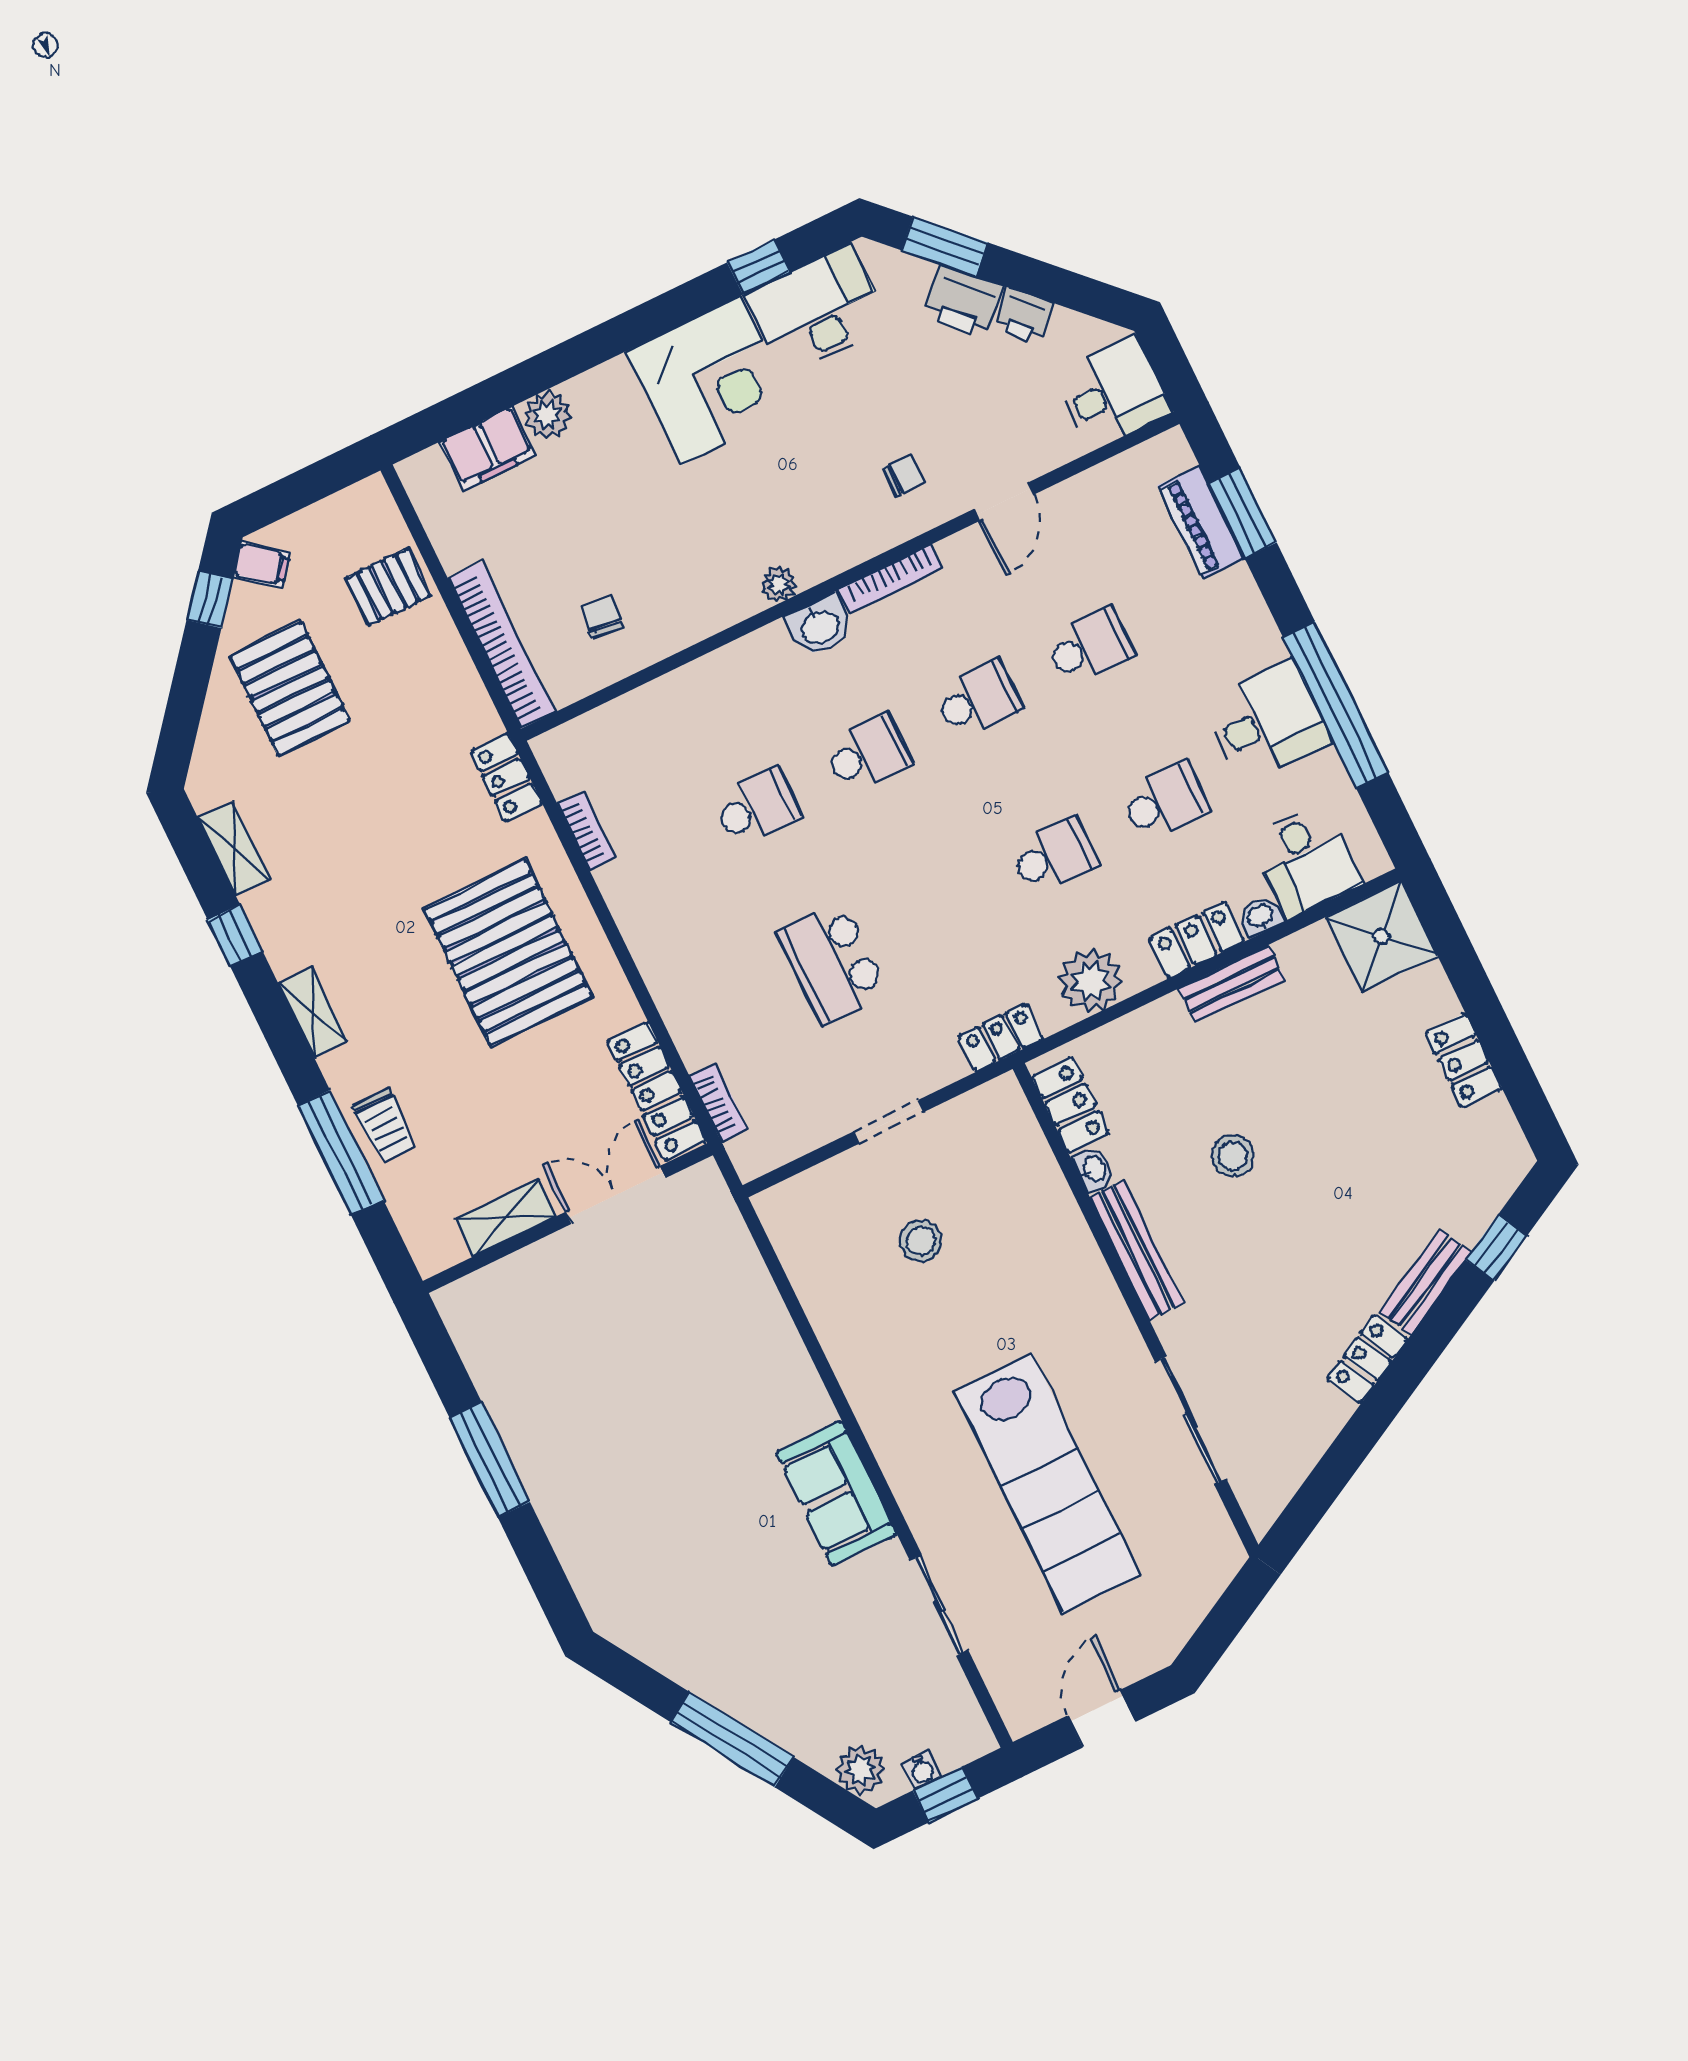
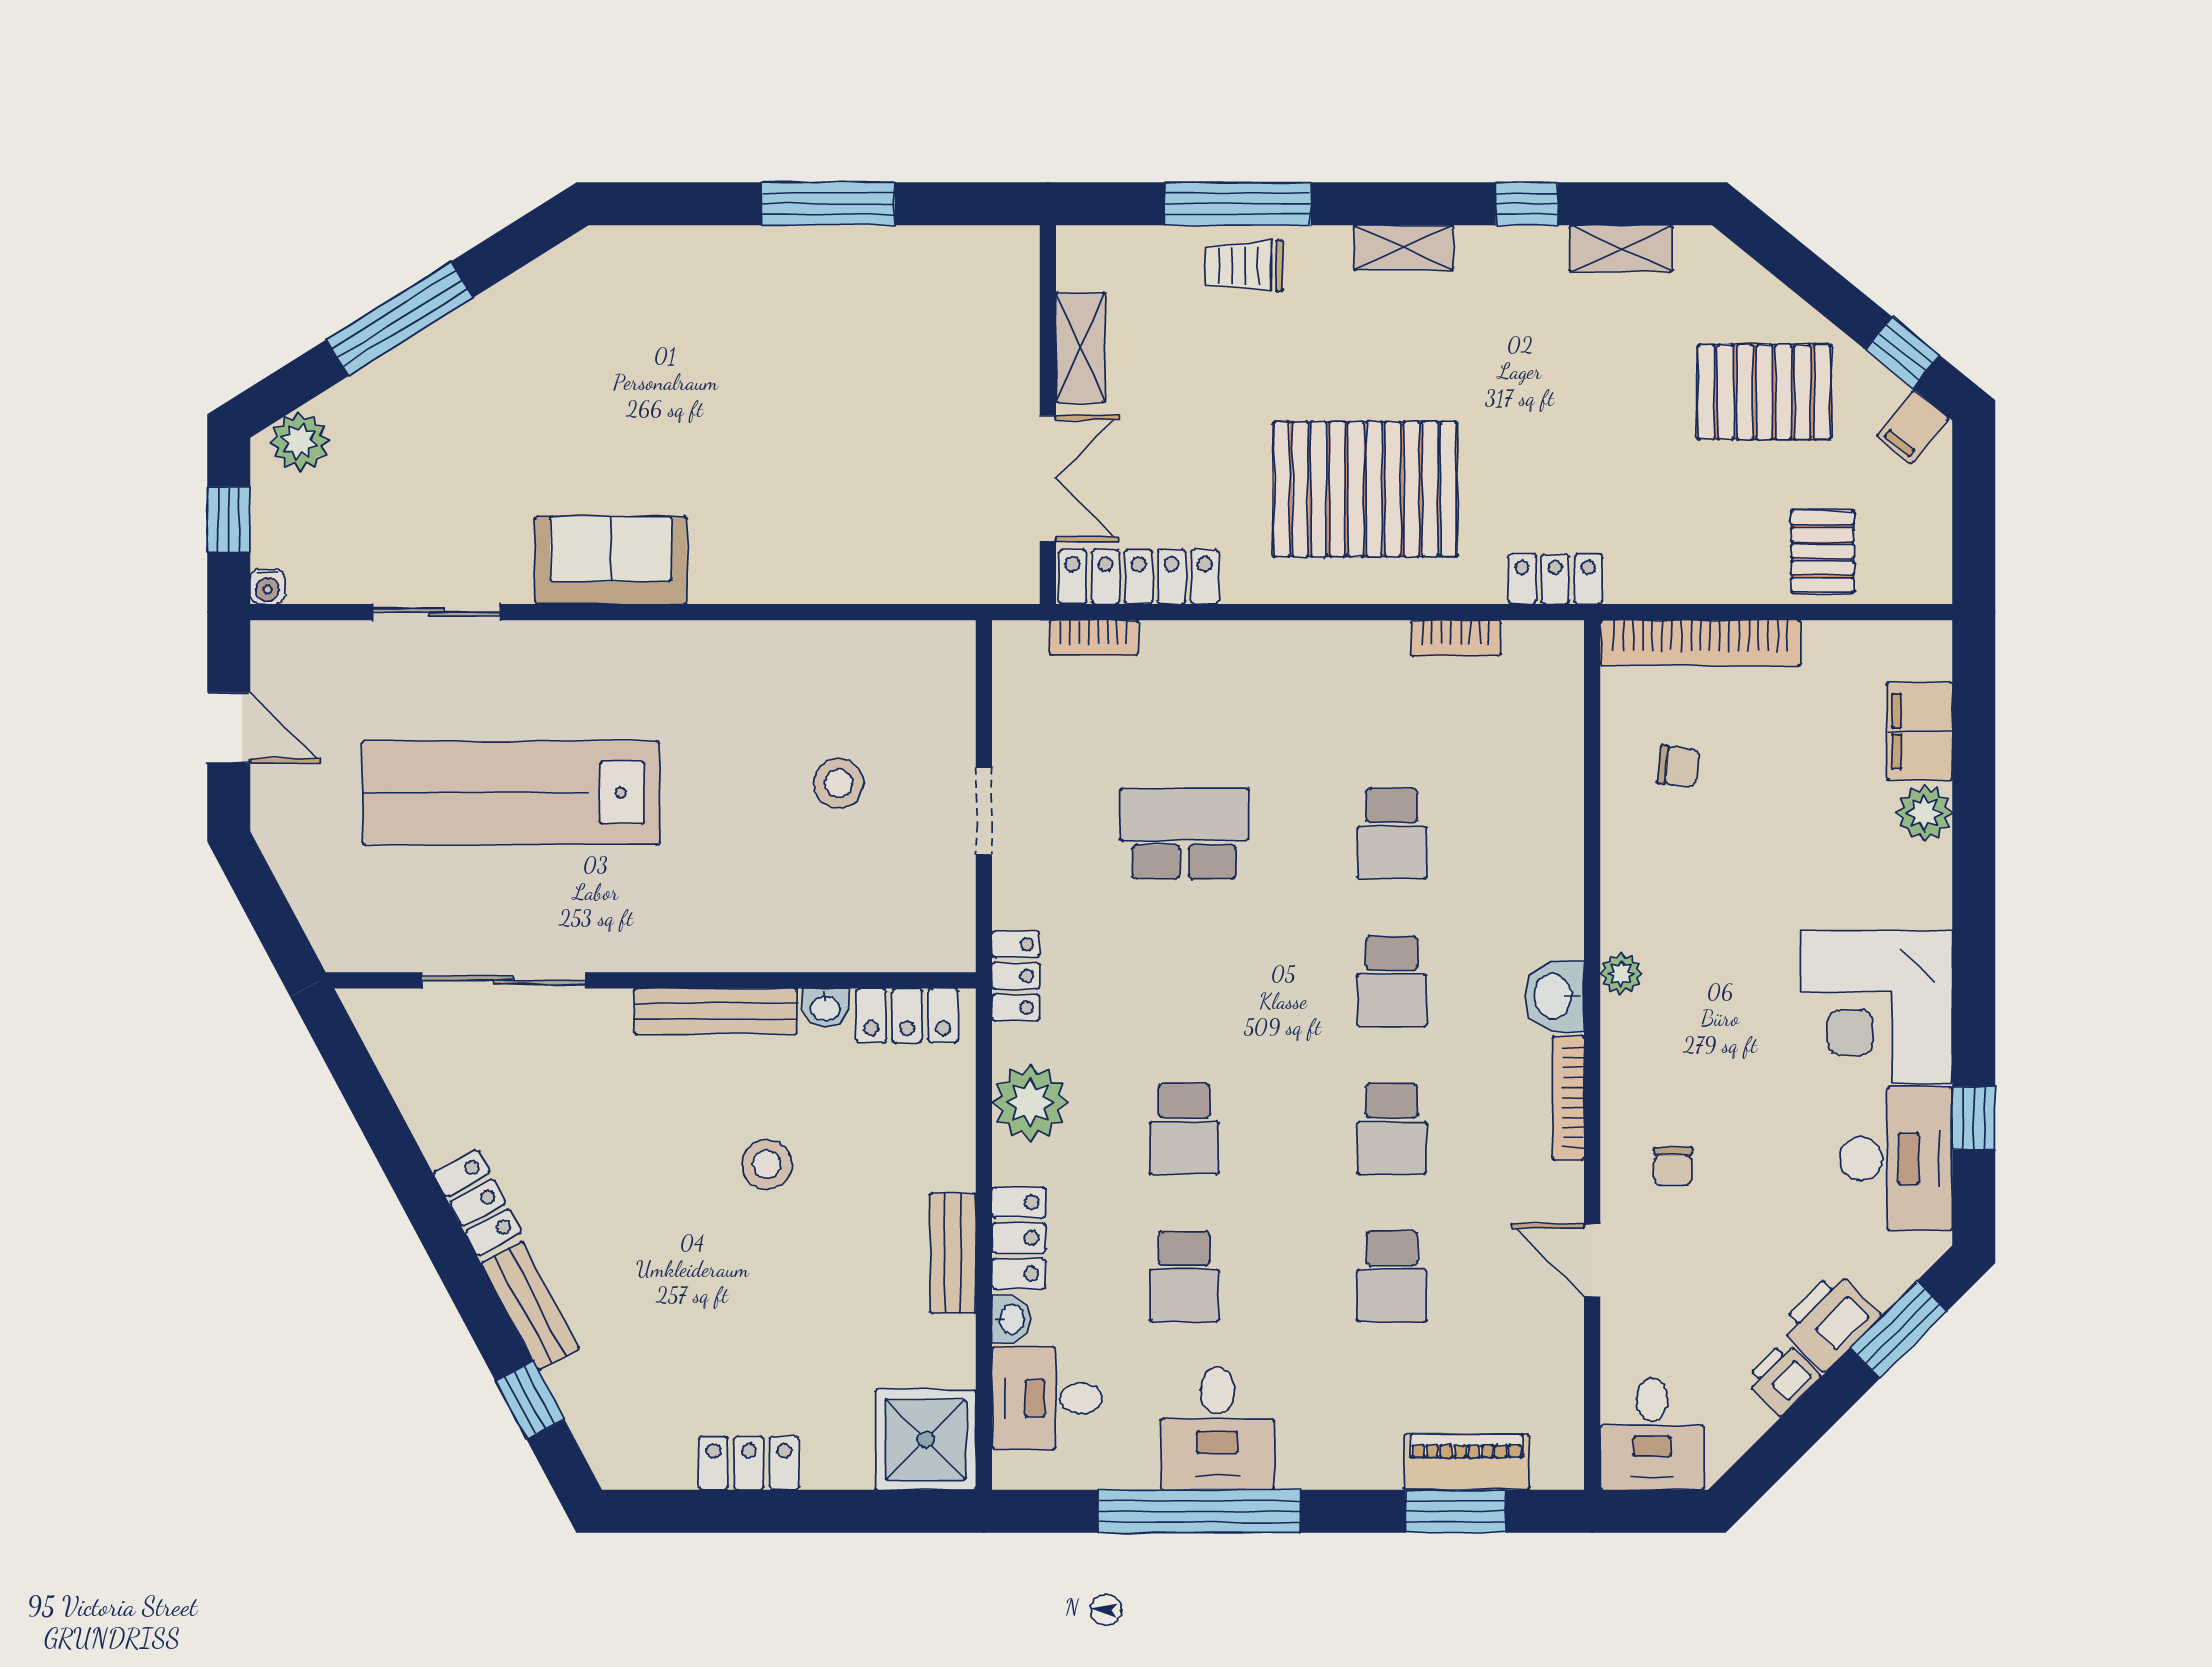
water cooler: (922, 1770) -> (267, 587), moved, turned -90

